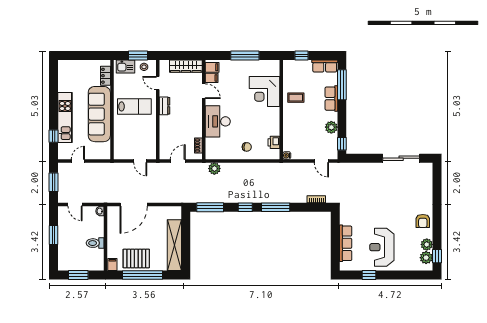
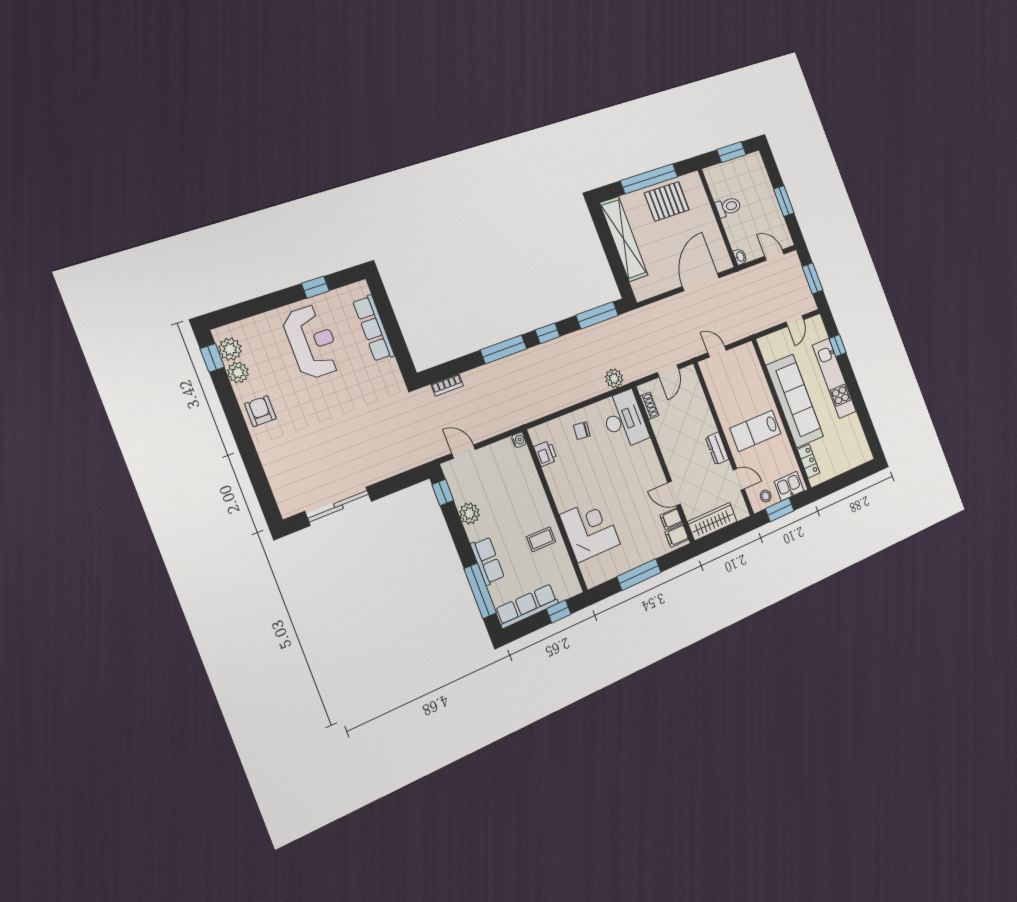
row of seats: (325, 66) -> (527, 606), width x1.48
desk: (218, 121) -> (624, 420), moved
filing cabinet: (112, 265) -> (694, 182), removed

